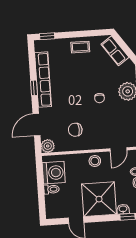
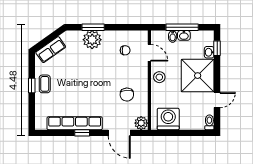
window: (47, 36) -> (32, 85), moved
chair: (100, 98) -> (125, 50), moved
toilet: (51, 189) -> (209, 122), moved

